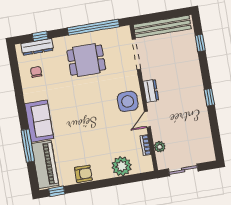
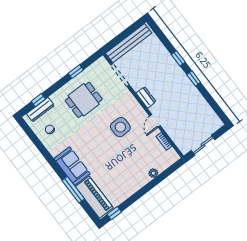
window: (93, 27) -> (76, 72), width x0.32
window: (200, 43) -> (178, 58), moved
side table: (128, 101) -> (120, 127), moved
plant: (160, 147) -> (176, 137), removed
plant: (122, 166) -> (153, 173), width x0.53, depth x0.53
armchair: (83, 174) -> (128, 189), removed

